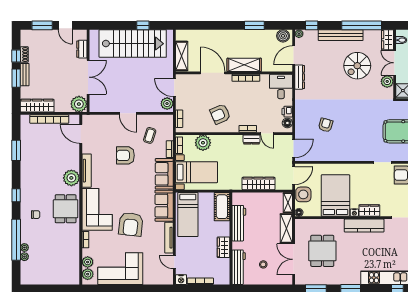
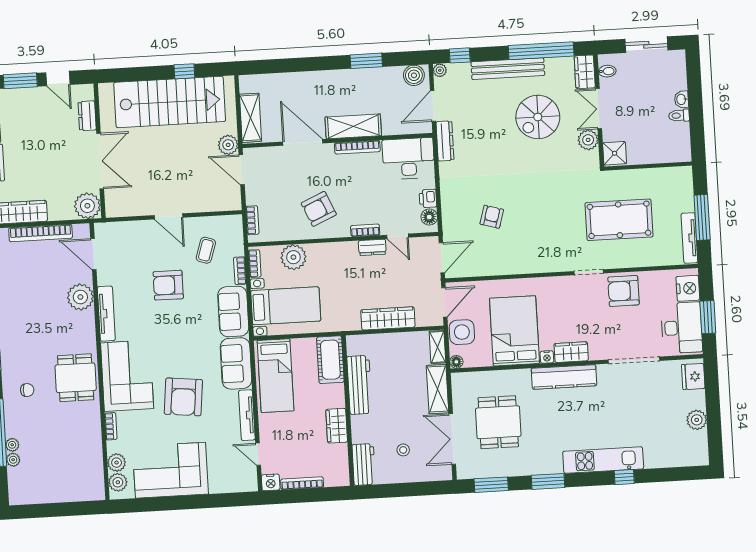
desk: (281, 86) -> (408, 159), width x1.37
plant: (167, 104) -> (228, 145), moved
plant: (71, 178) -> (80, 297), moved
workbench: (239, 267) -> (364, 464), width x0.73

